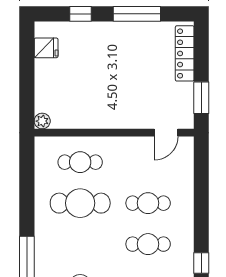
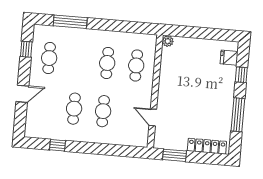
fridge: (46, 48) -> (229, 58), moved, turned 90
door: (166, 133) -> (153, 117), moved
cafe table: (80, 203) -> (107, 63), width x0.73, depth x0.74

